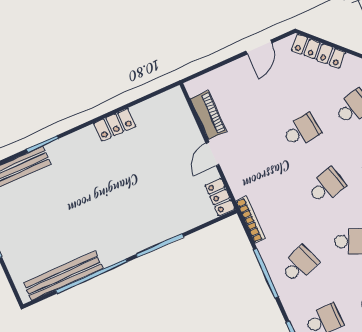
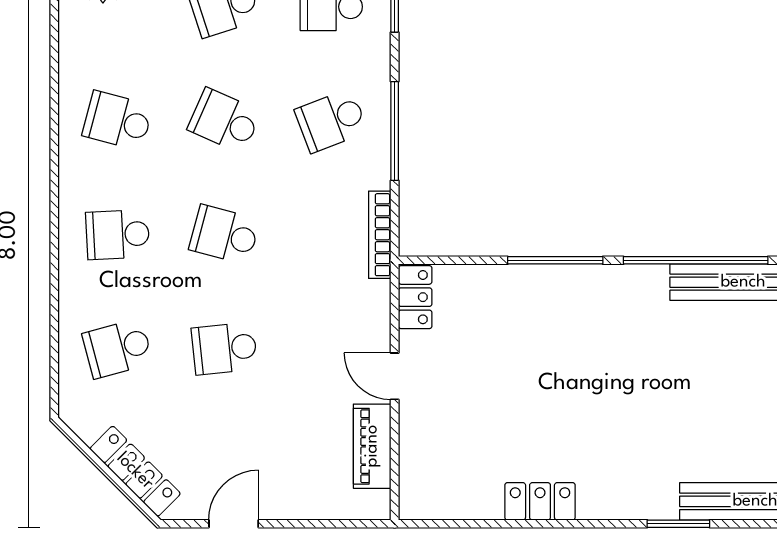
door: (213, 154) -> (395, 376), swing flipped
school desk: (326, 186) -> (224, 235), turned 30

